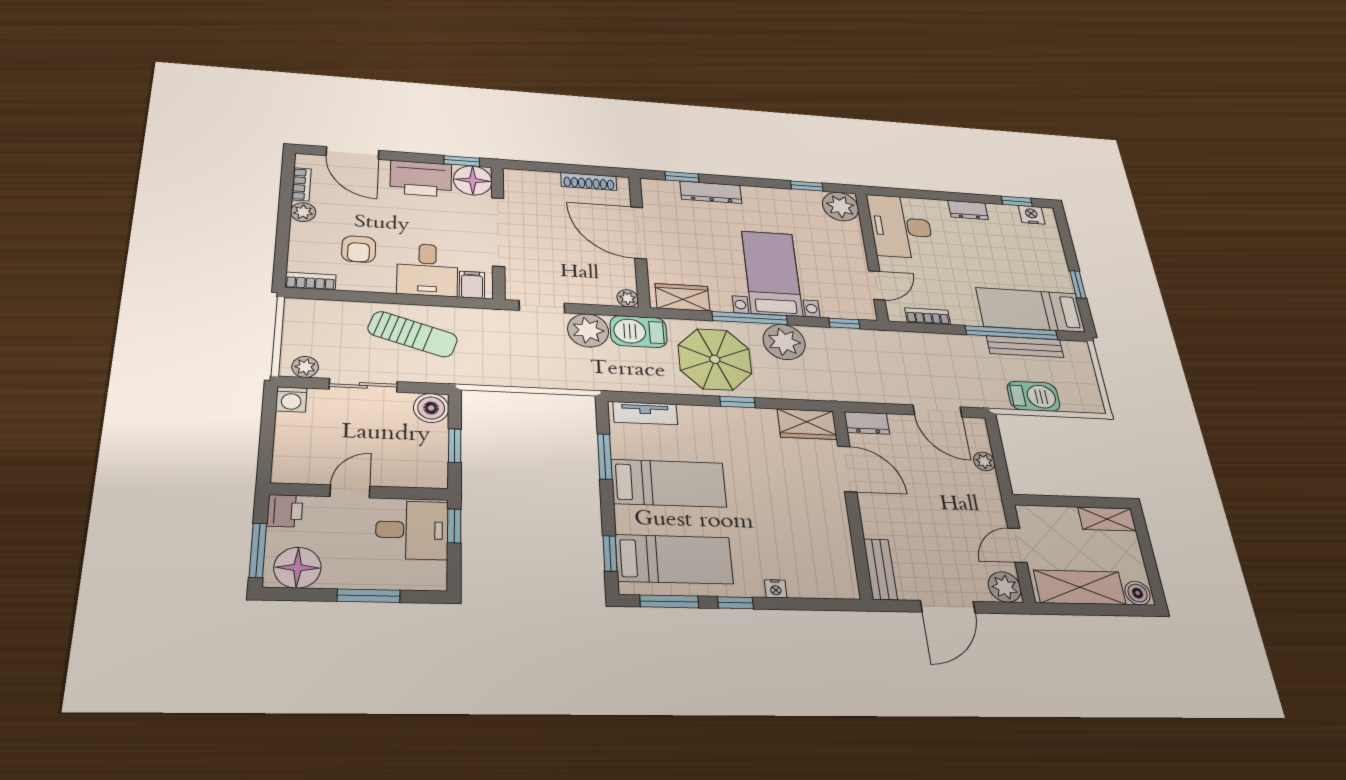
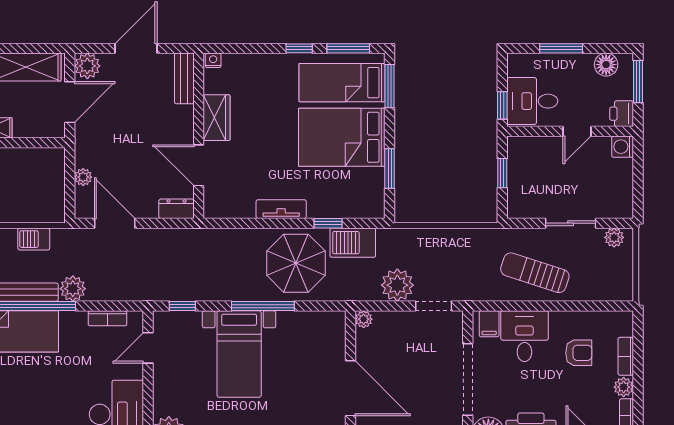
armchair: (359, 249) -> (579, 353), turned 90
bookcase: (311, 281) -> (626, 356), moved, turned 90
wardrobe: (683, 297) -> (318, 323), removed
barbecue: (639, 332) -> (353, 243), moved, turned 180
plant: (784, 342) -> (73, 289), moved, width x0.73, depth x0.73
barbecue: (1033, 396) -> (34, 239), width x0.73, depth x0.79
washing machine: (291, 400) -> (623, 147), moved, turned -90
window: (738, 402) -> (328, 223), moved
boiler: (431, 408) -> (520, 206), removed
tv unit: (645, 413) -> (281, 209), moved
wardrobe: (807, 424) -> (217, 118), moved, turned 90
bed: (669, 483) -> (342, 137), width x1.50
door: (1017, 545) -> (70, 102), width x1.38
window: (610, 553) -> (390, 86), width x1.50
floor lamp: (297, 568) -> (606, 65), width x0.73, depth x0.73
nightstand: (776, 589) -> (213, 60), moved

